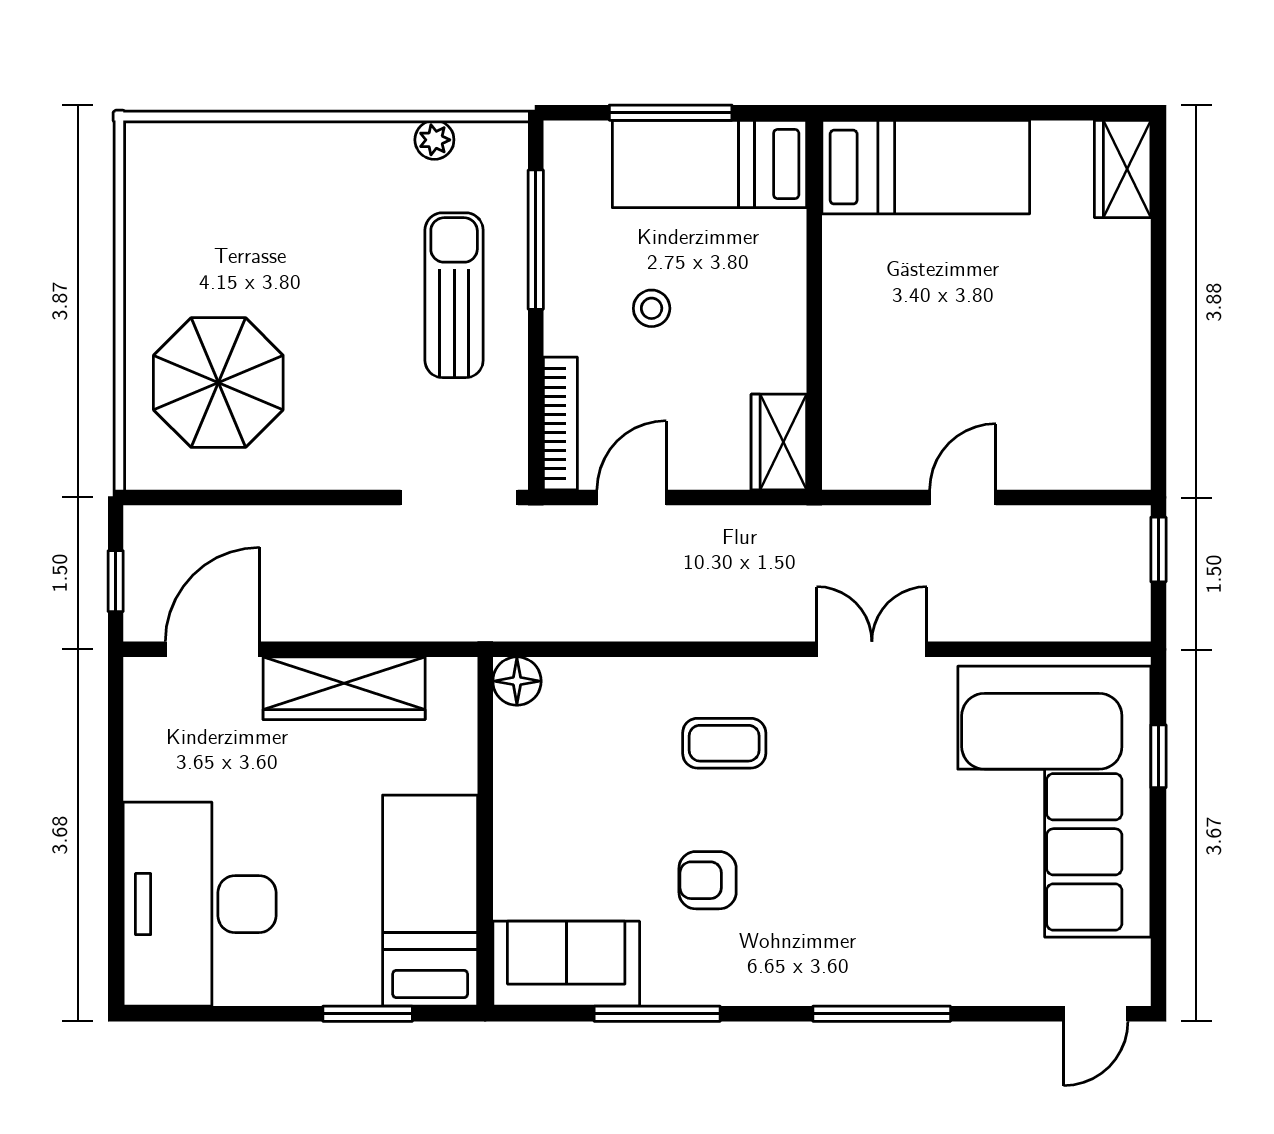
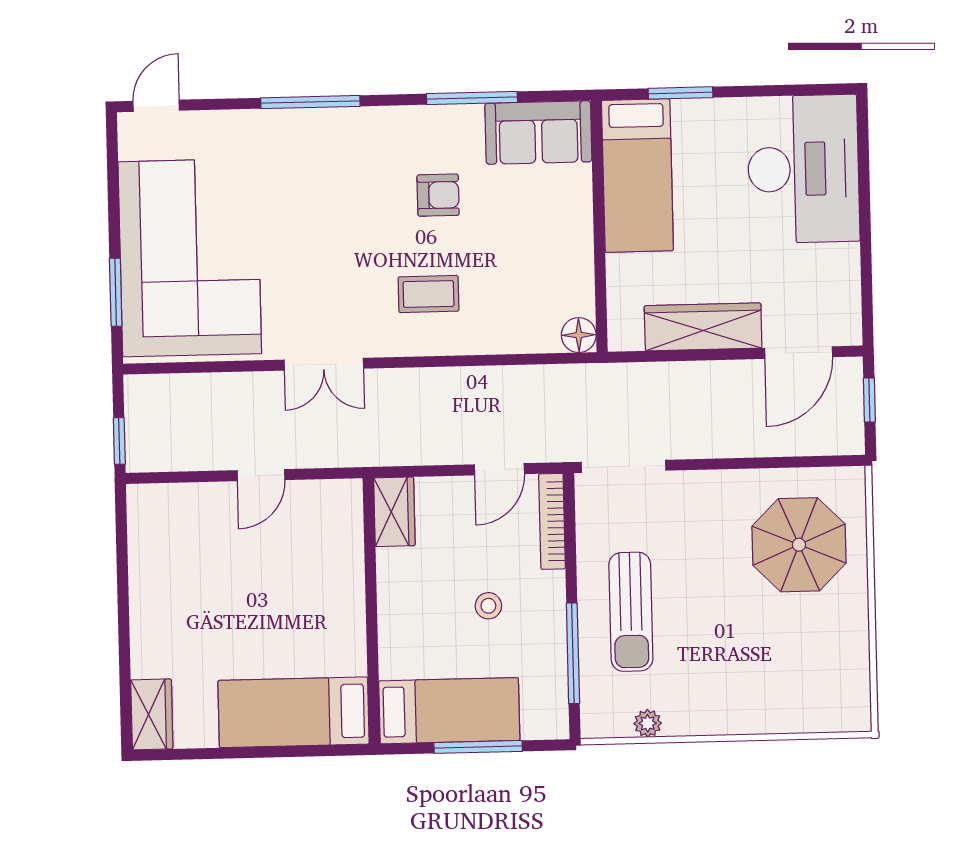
window: (1158, 756) -> (116, 292), width x1.50

